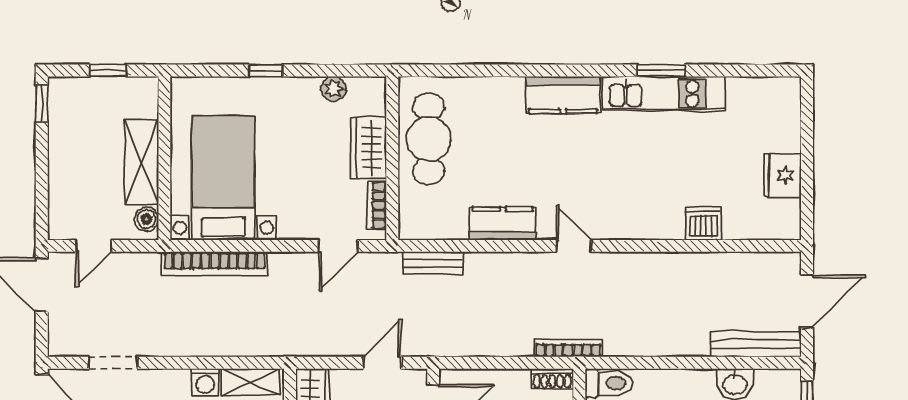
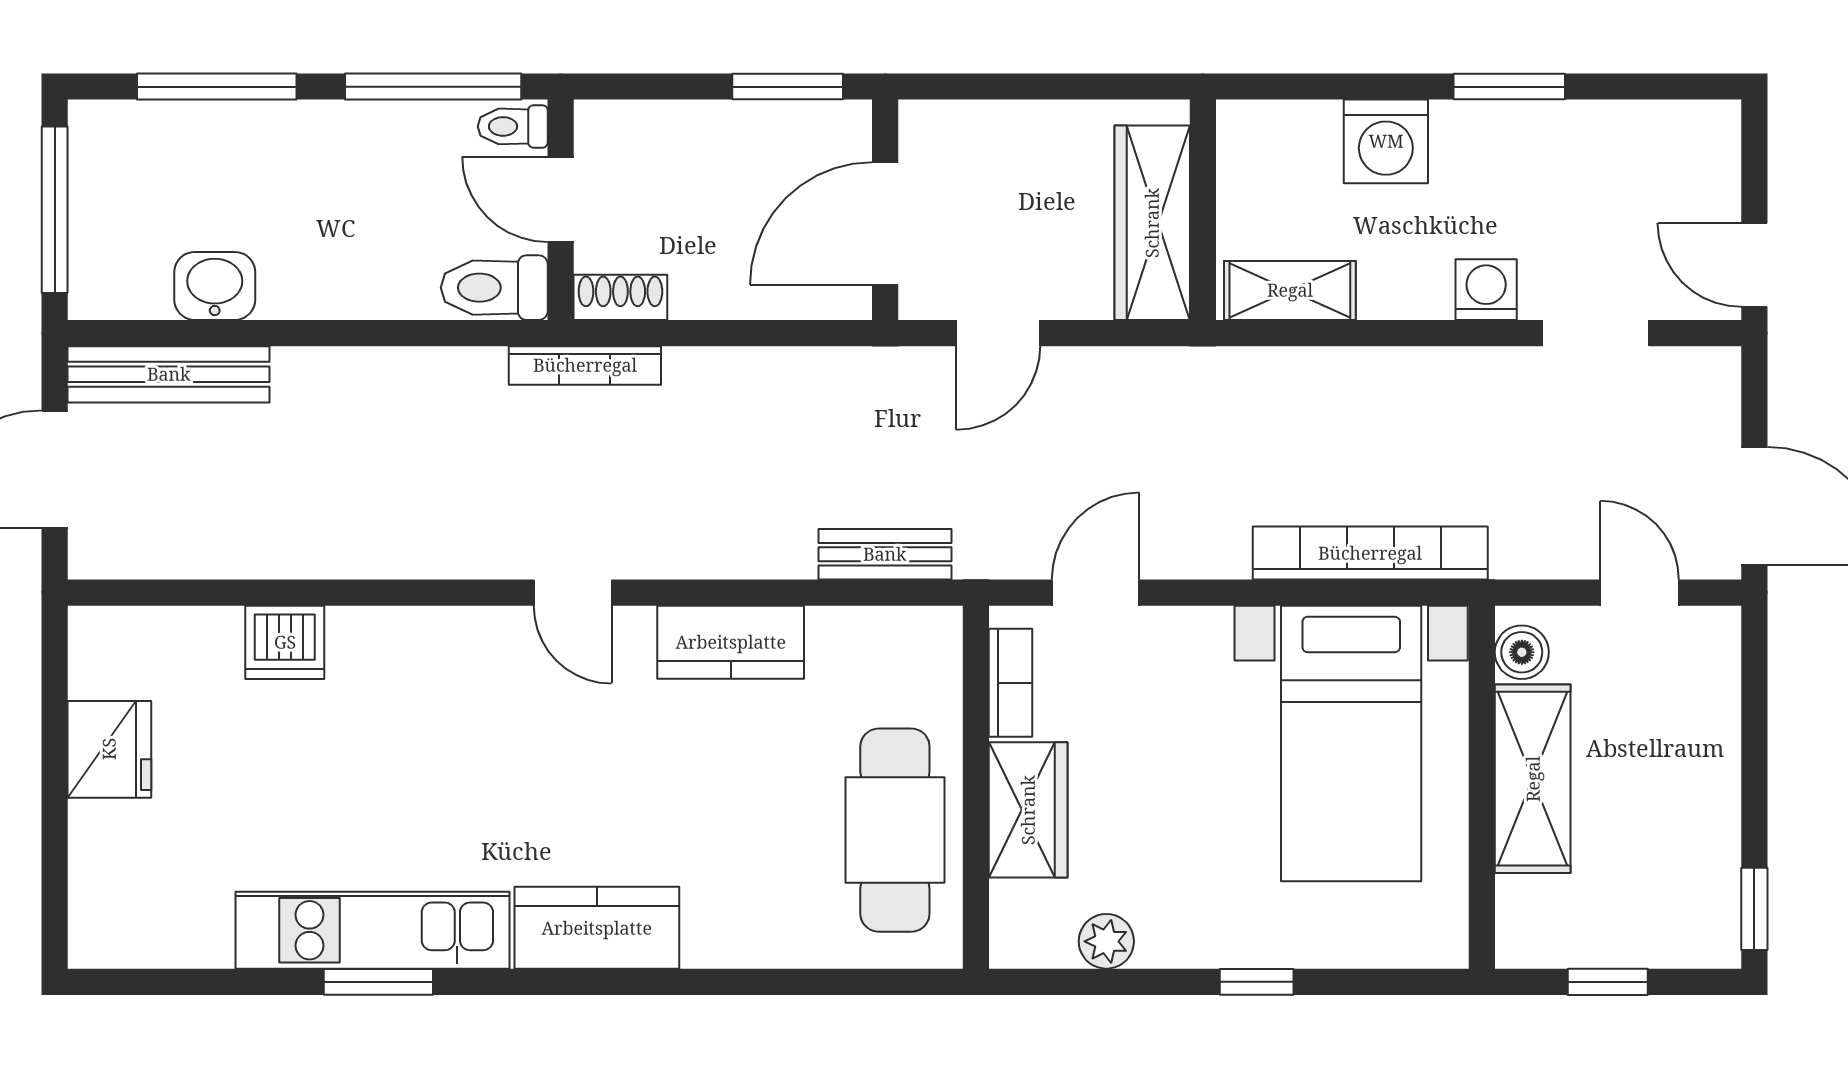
door: (93, 246) -> (1640, 593), hinge flipped
washing machine: (205, 382) -> (1486, 290), moved

